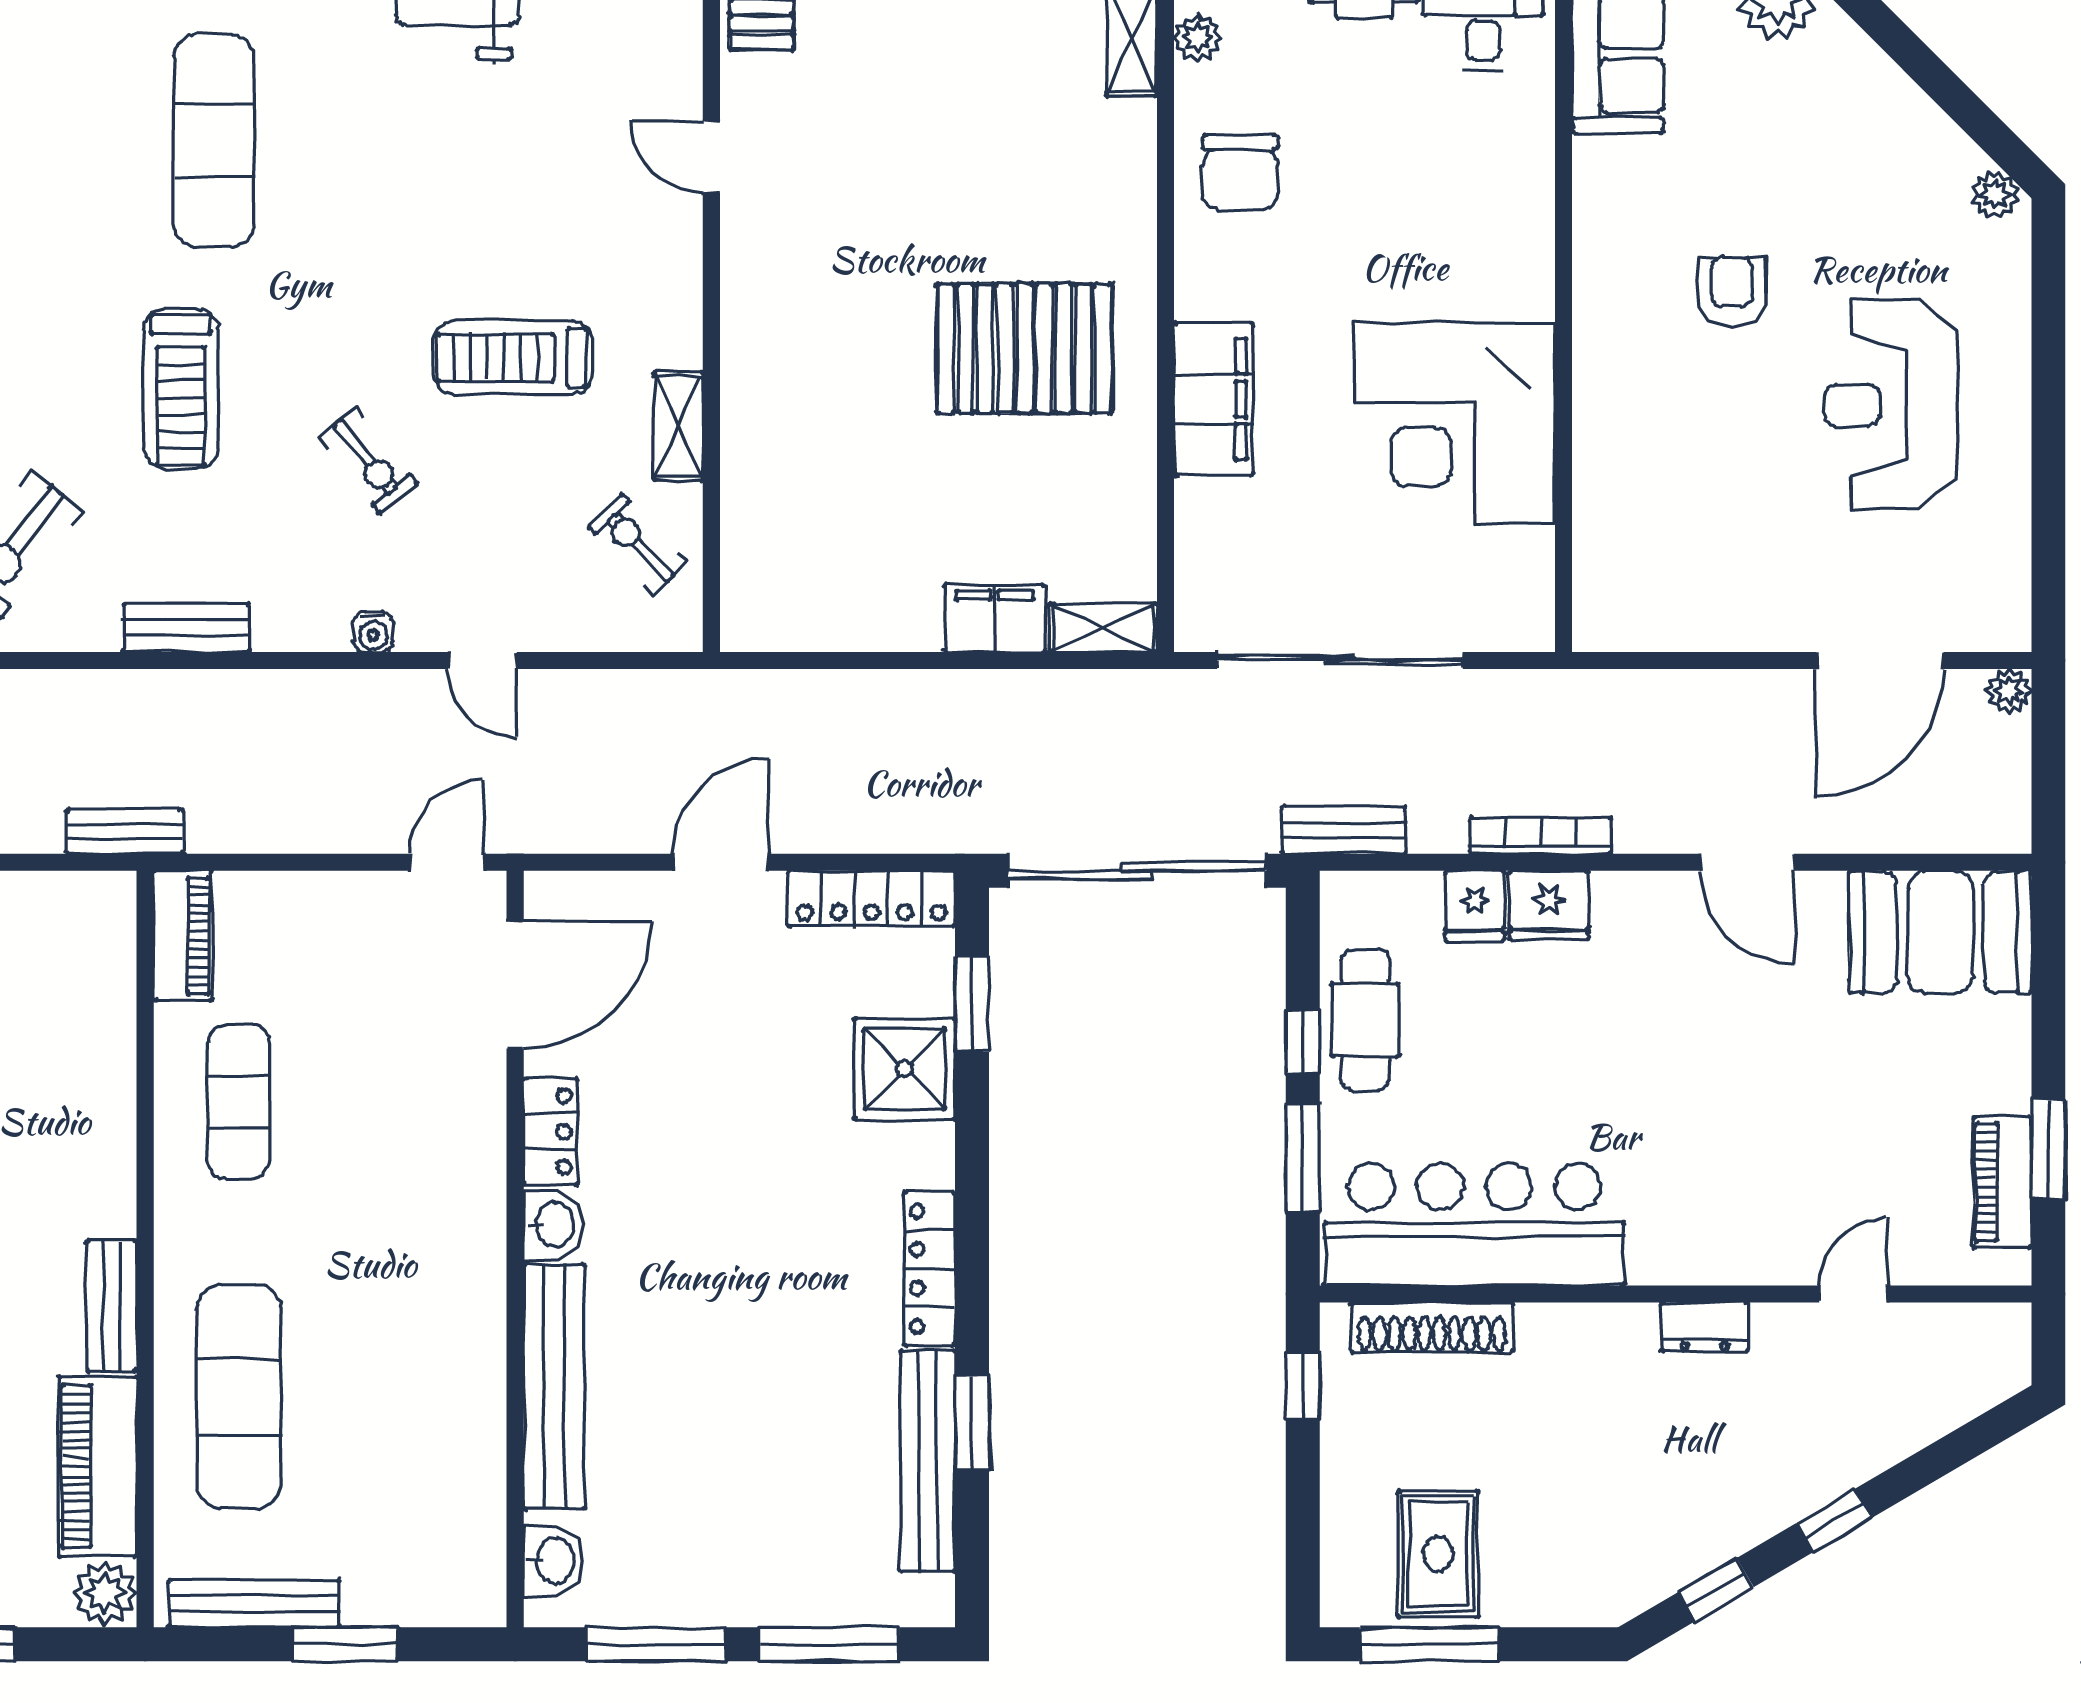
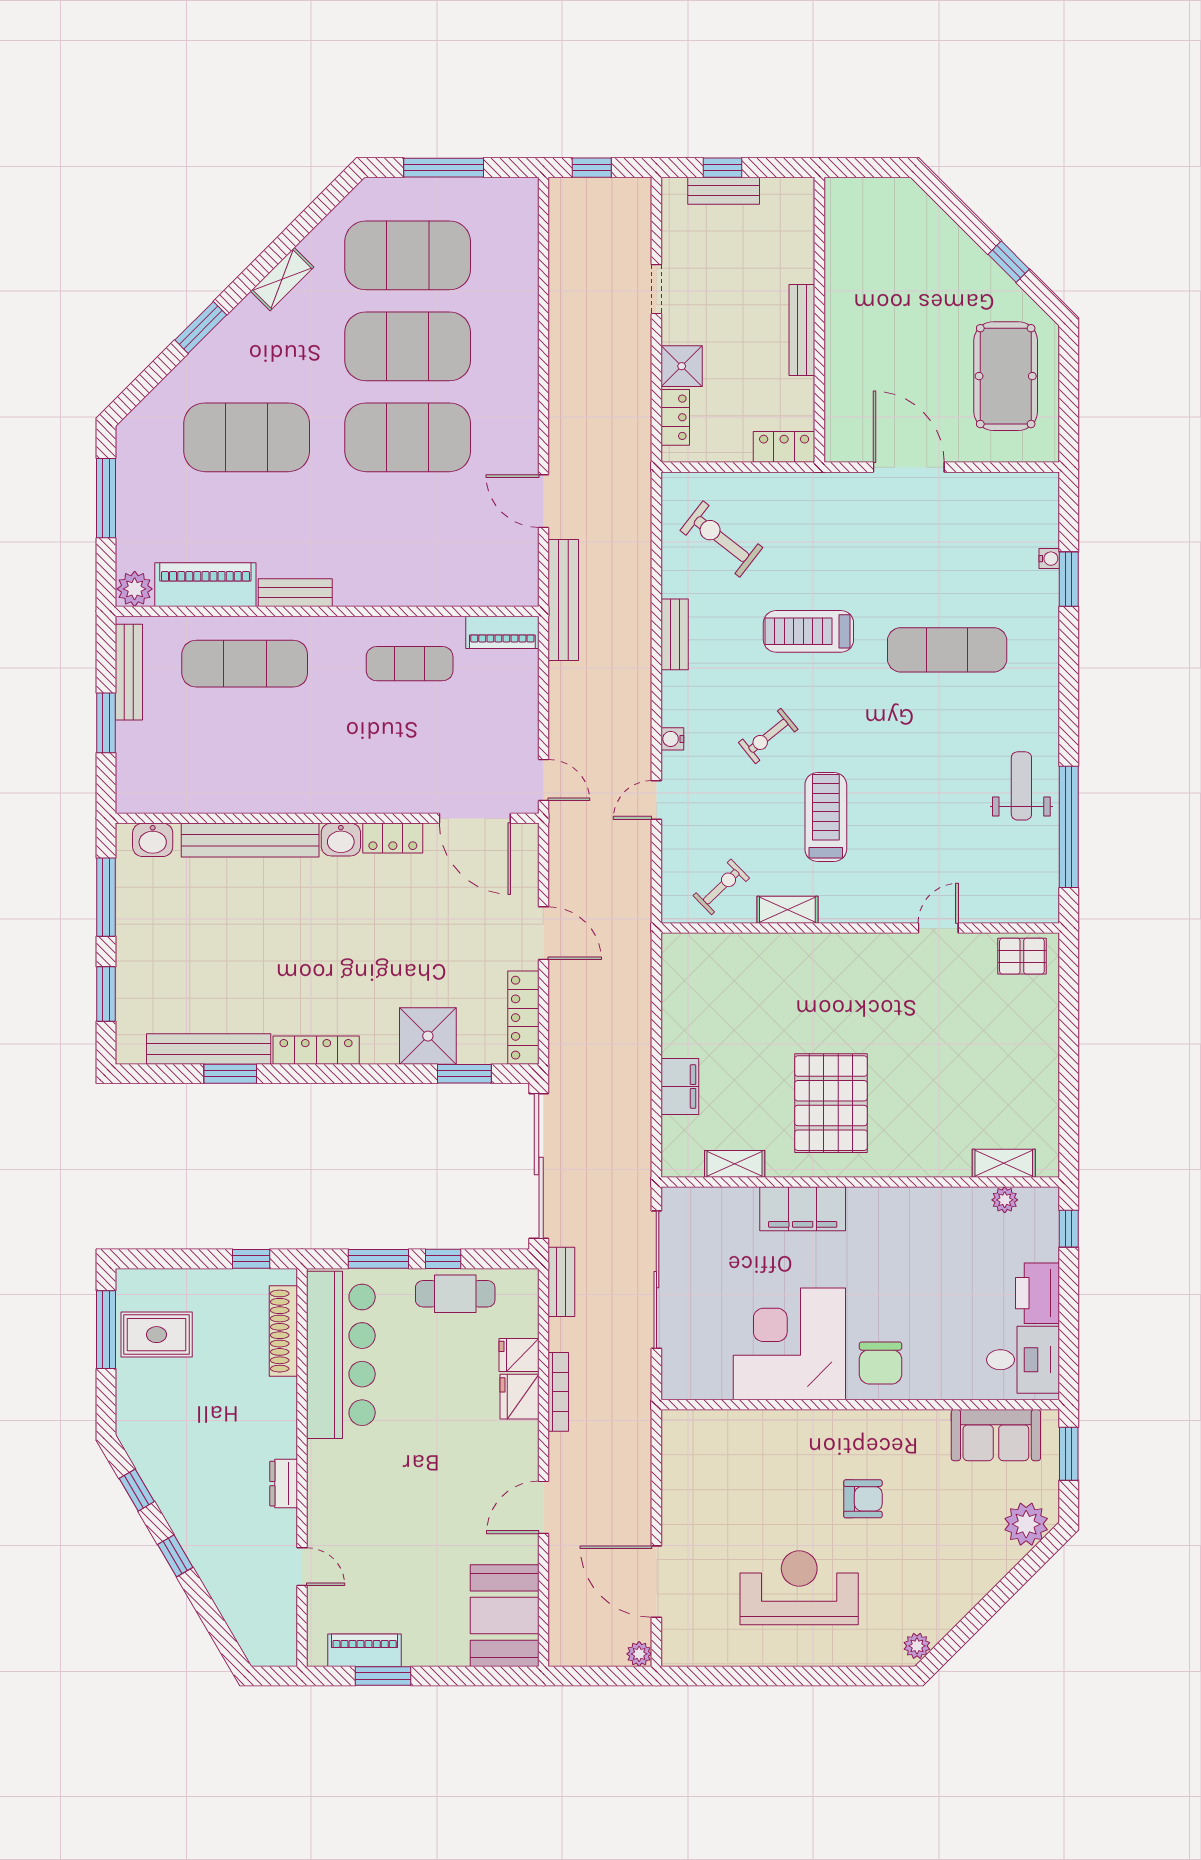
chair: (1240, 173) -> (881, 1363), moved, turned -90
shelving: (1103, 628) -> (735, 1164), moved, turned 90
bench: (125, 832) -> (563, 600), width x1.86, depth x1.21
window: (829, 1644) -> (106, 994), width x0.69

